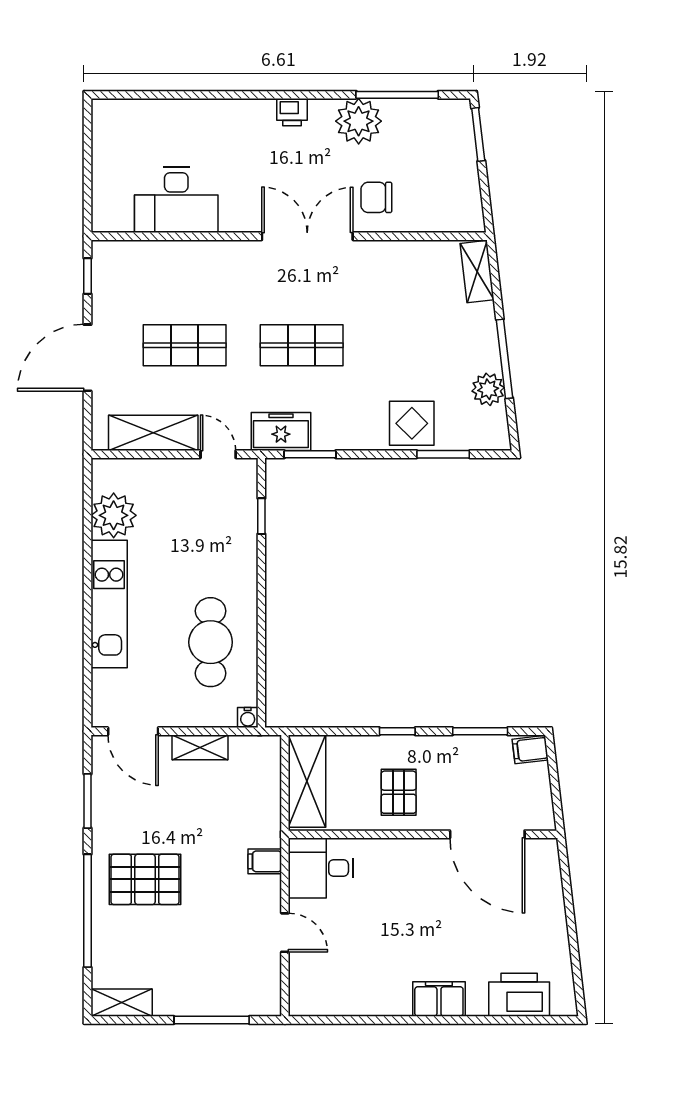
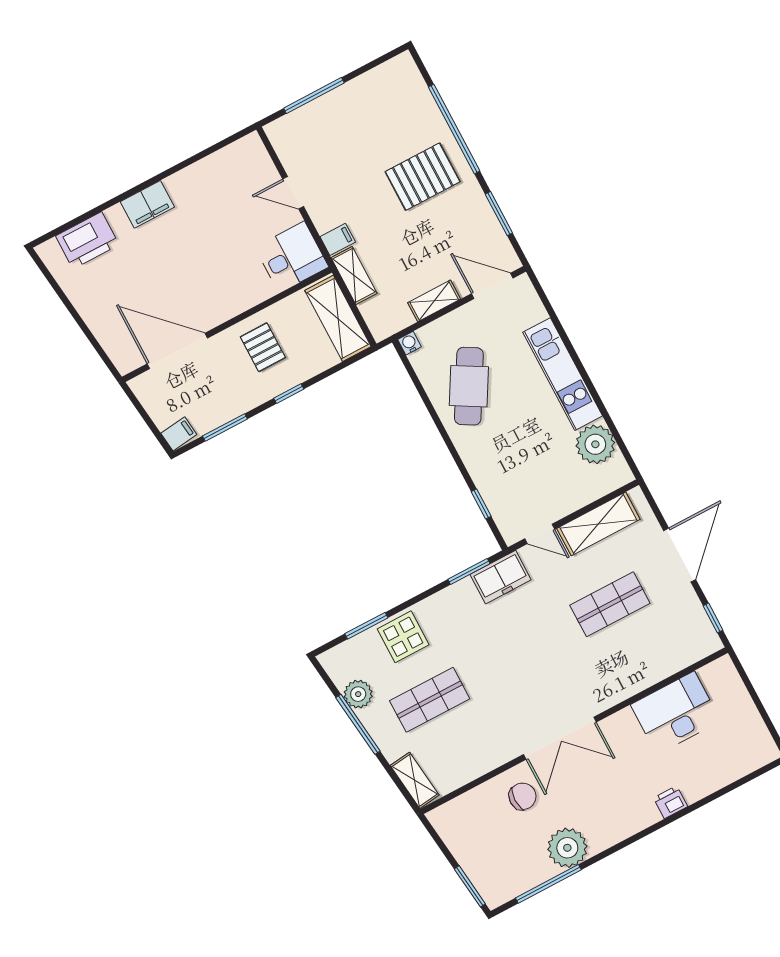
printer: (292, 112) -> (670, 802), moved
shop shelf: (302, 345) -> (430, 700), moved
cafe table: (211, 642) -> (469, 386), turned 30
shelving: (122, 1003) -> (354, 275), moved, turned 90

